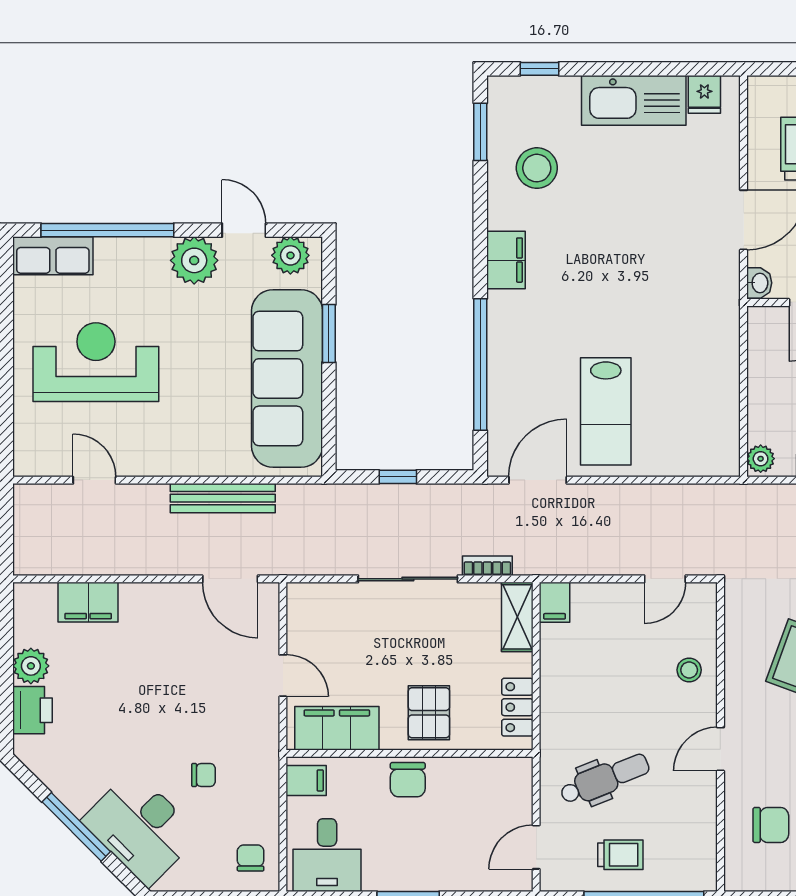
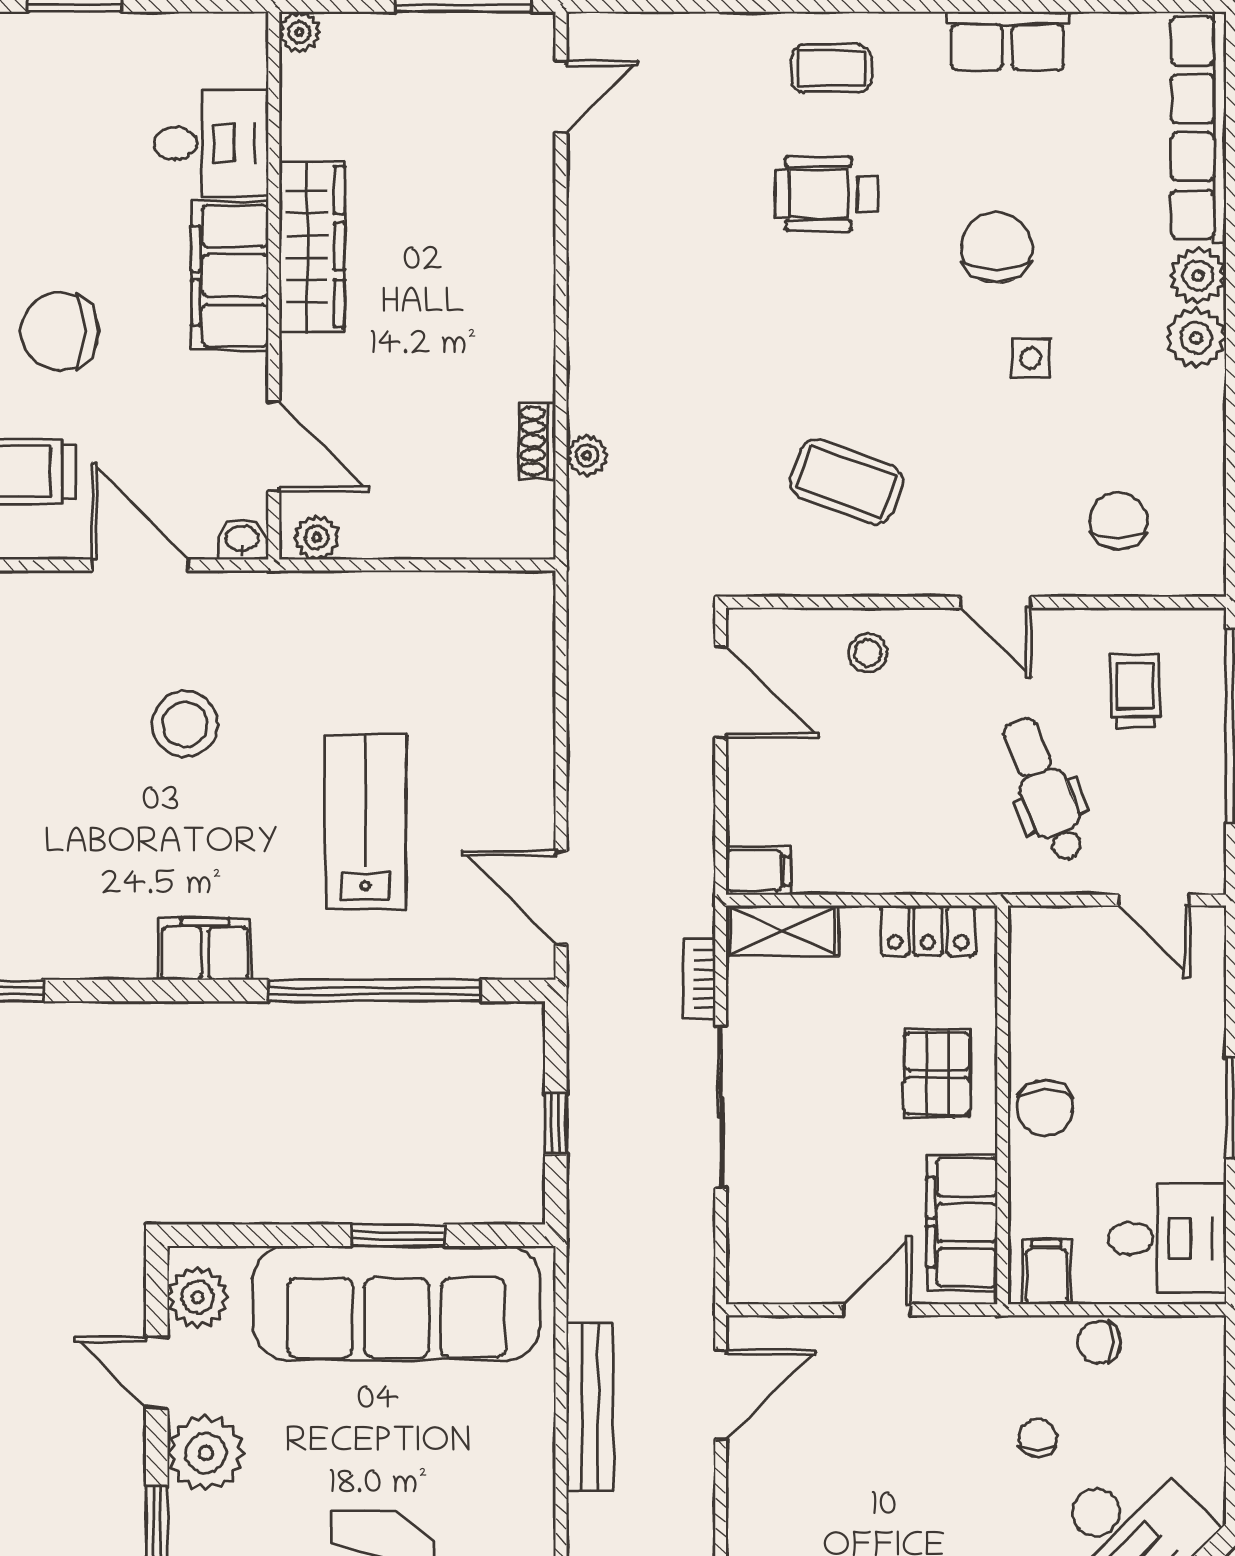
stool: (537, 168) -> (185, 724), moved
door: (244, 230) -> (157, 1373), hinge flipped
window: (329, 334) -> (398, 1235), moved
lab bench: (606, 411) -> (365, 821), moved, turned -90
plant: (761, 459) -> (317, 537), moved
door: (665, 579) -> (721, 692), width x1.38
pallet: (429, 713) -> (937, 1074), turned 90
chair: (408, 780) -> (1045, 1108), turned 90
trolley: (620, 855) -> (1135, 691), moved
chair: (251, 858) -> (1099, 1342), moved

